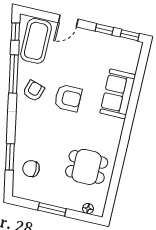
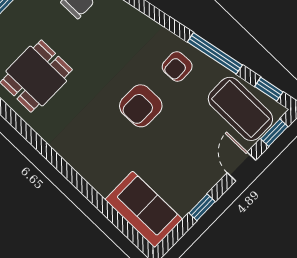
window: (130, 35) -> (274, 133), moved
armchair: (34, 91) -> (177, 67), turned 71
sofa: (118, 94) -> (144, 209), moved

